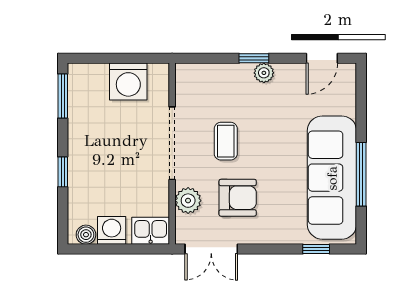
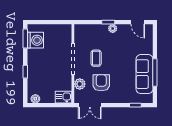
door: (322, 58) -> (138, 22), hinge flipped
washing machine: (128, 81) -> (35, 40), moved, turned -90
sofa: (332, 178) -> (145, 74), width x0.74, depth x0.79
armchair: (238, 198) -> (101, 83), turned -90
washing machine: (112, 230) -> (46, 97), removed

